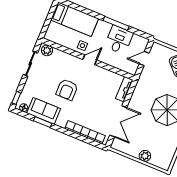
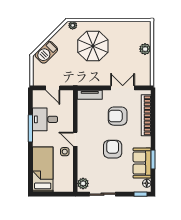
armchair: (67, 90) -> (113, 149), turned -90
armchair: (95, 106) -> (118, 116), added
double door: (118, 121) -> (123, 88), width x0.73

